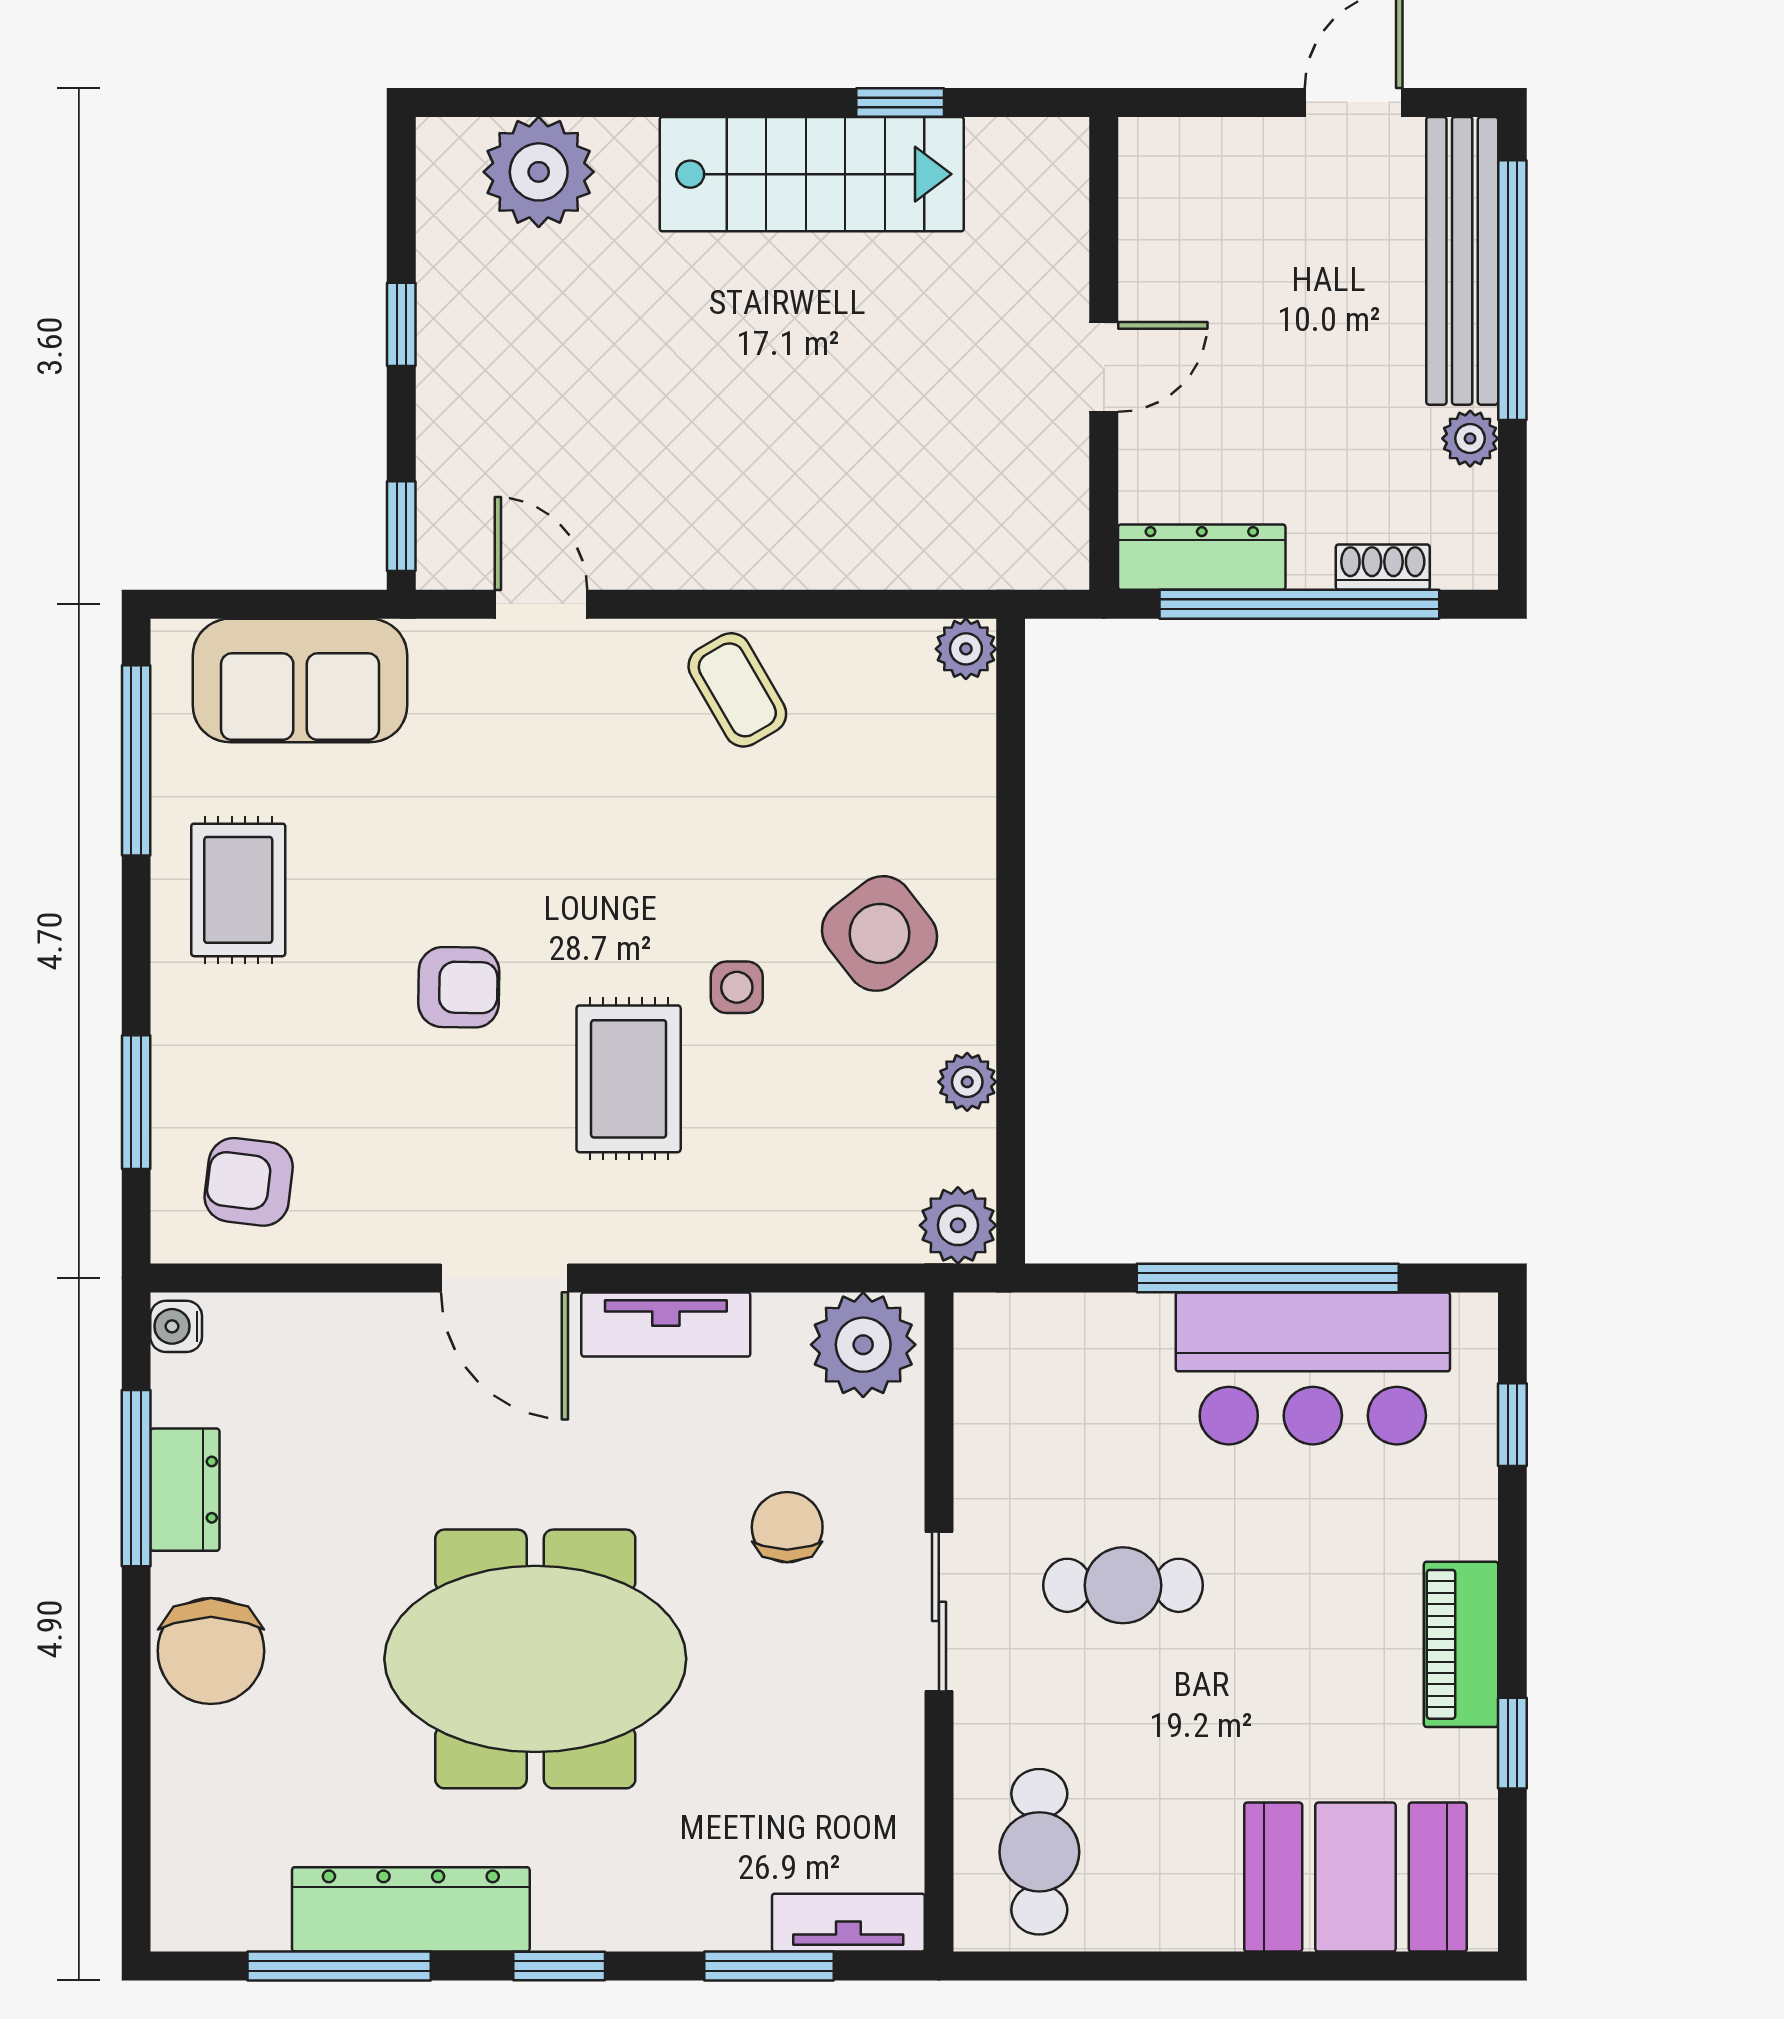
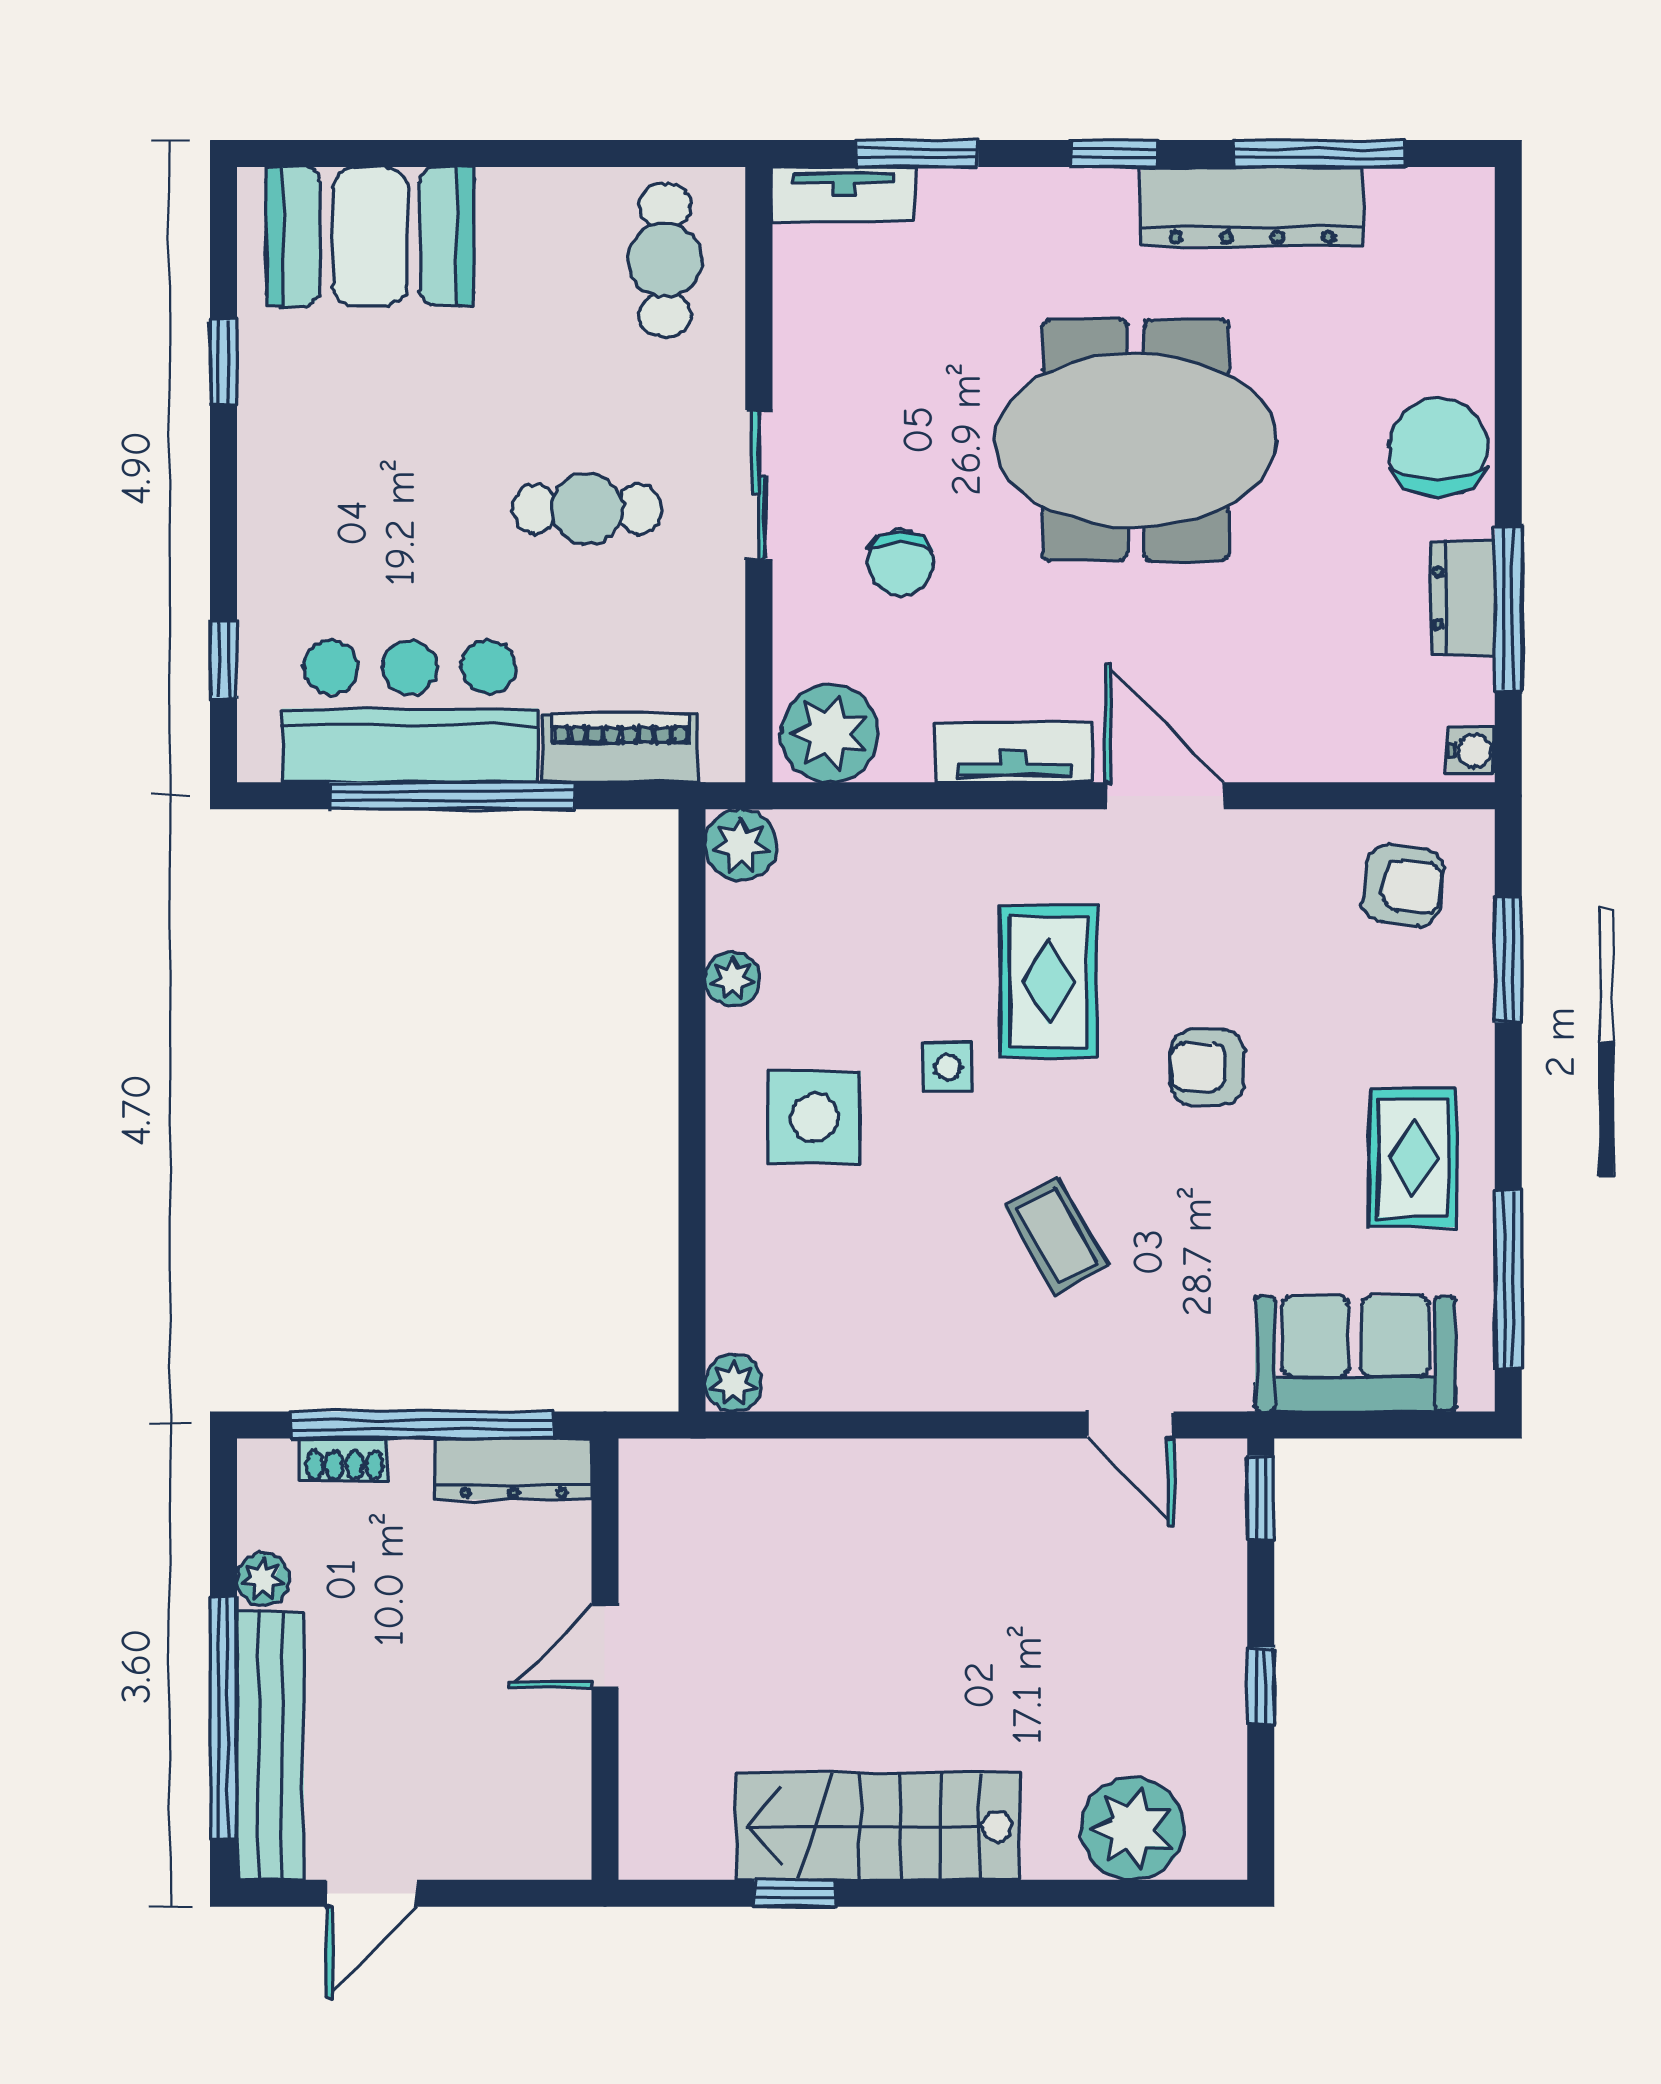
coffee table: (737, 690) -> (1057, 1236), moved
side table: (880, 933) -> (814, 1117), turned 38
piano: (1461, 1644) -> (620, 748), moved, turned -90

